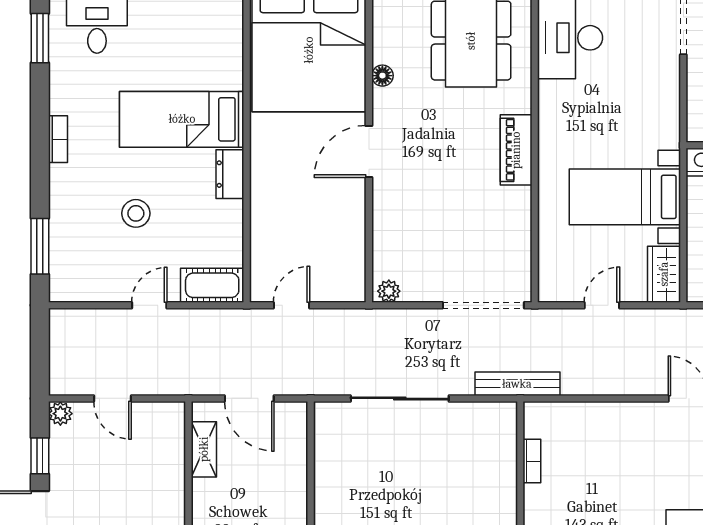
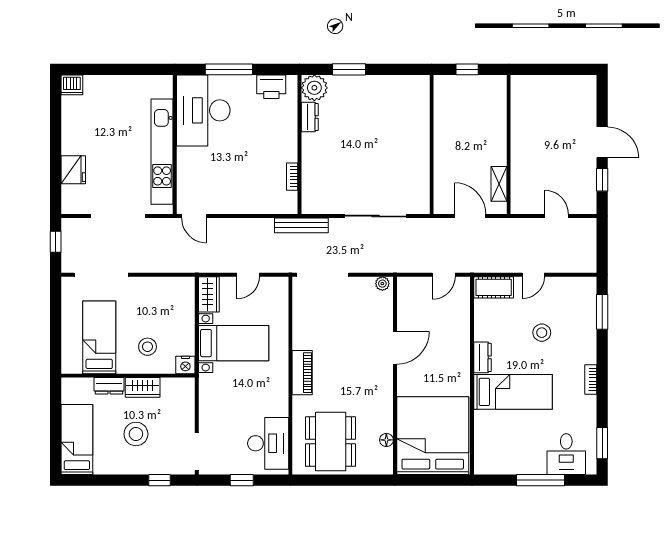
floor lamp: (382, 76) -> (386, 440), moved
door: (369, 151) -> (395, 348), moved
plant: (60, 414) -> (589, 207), removed

